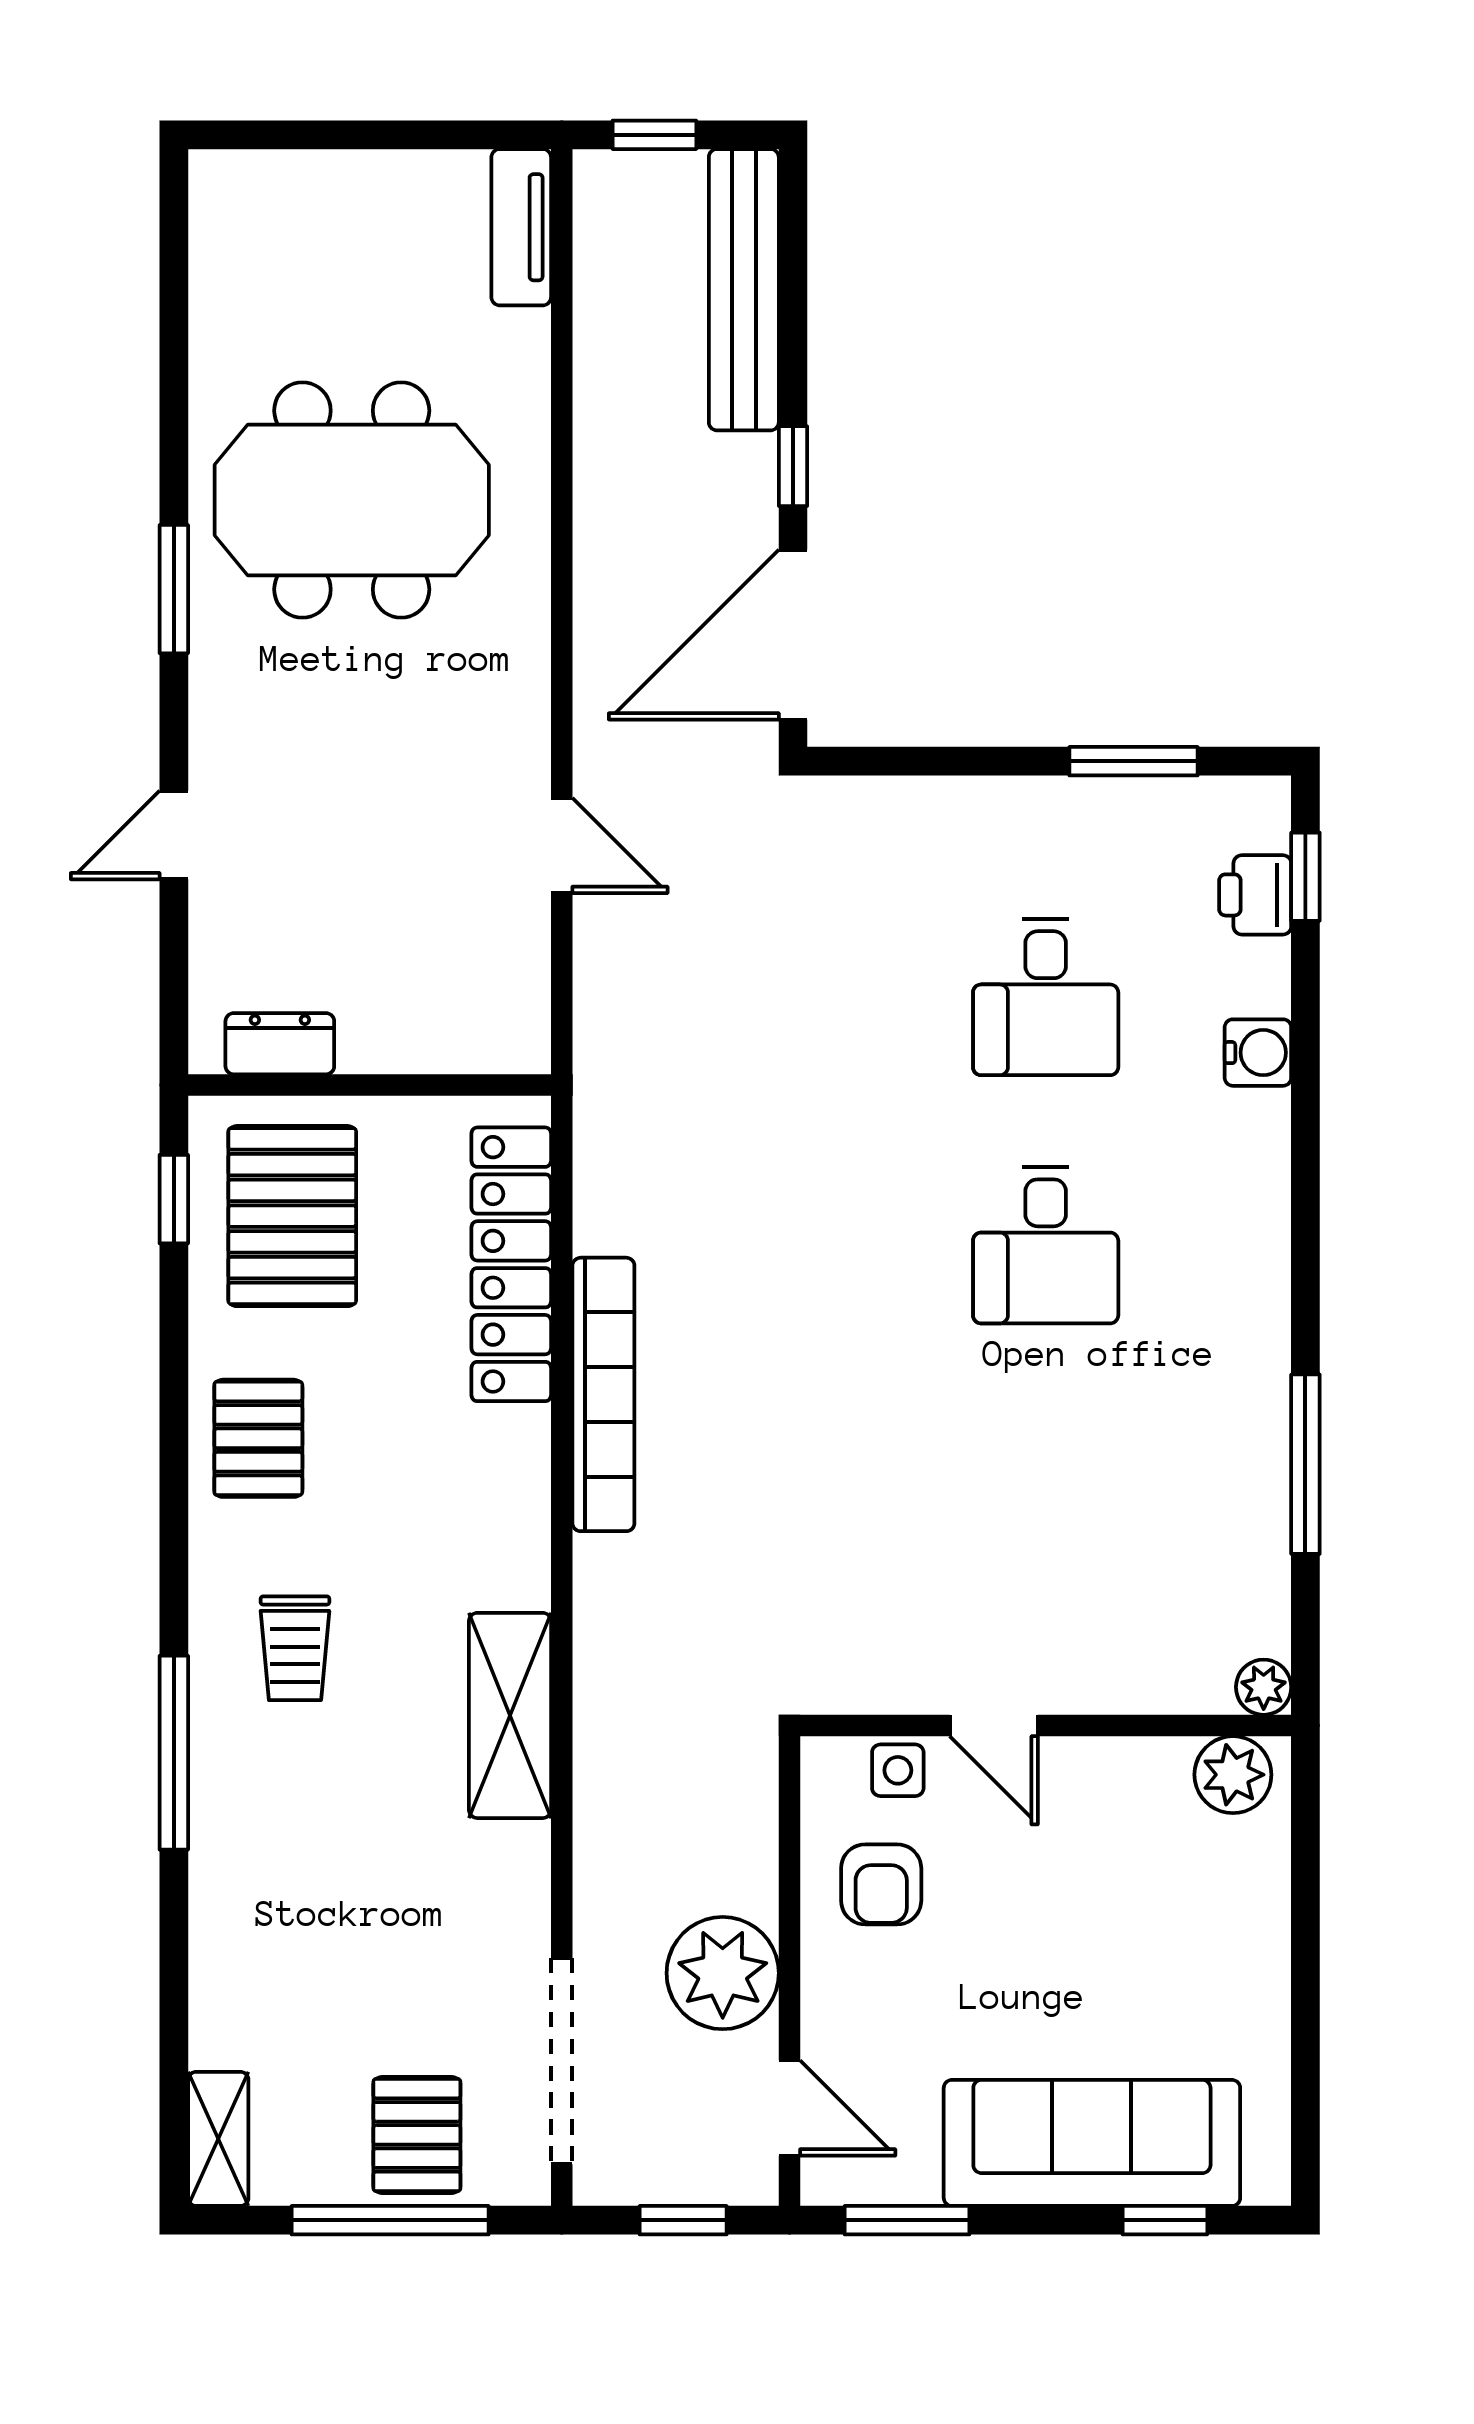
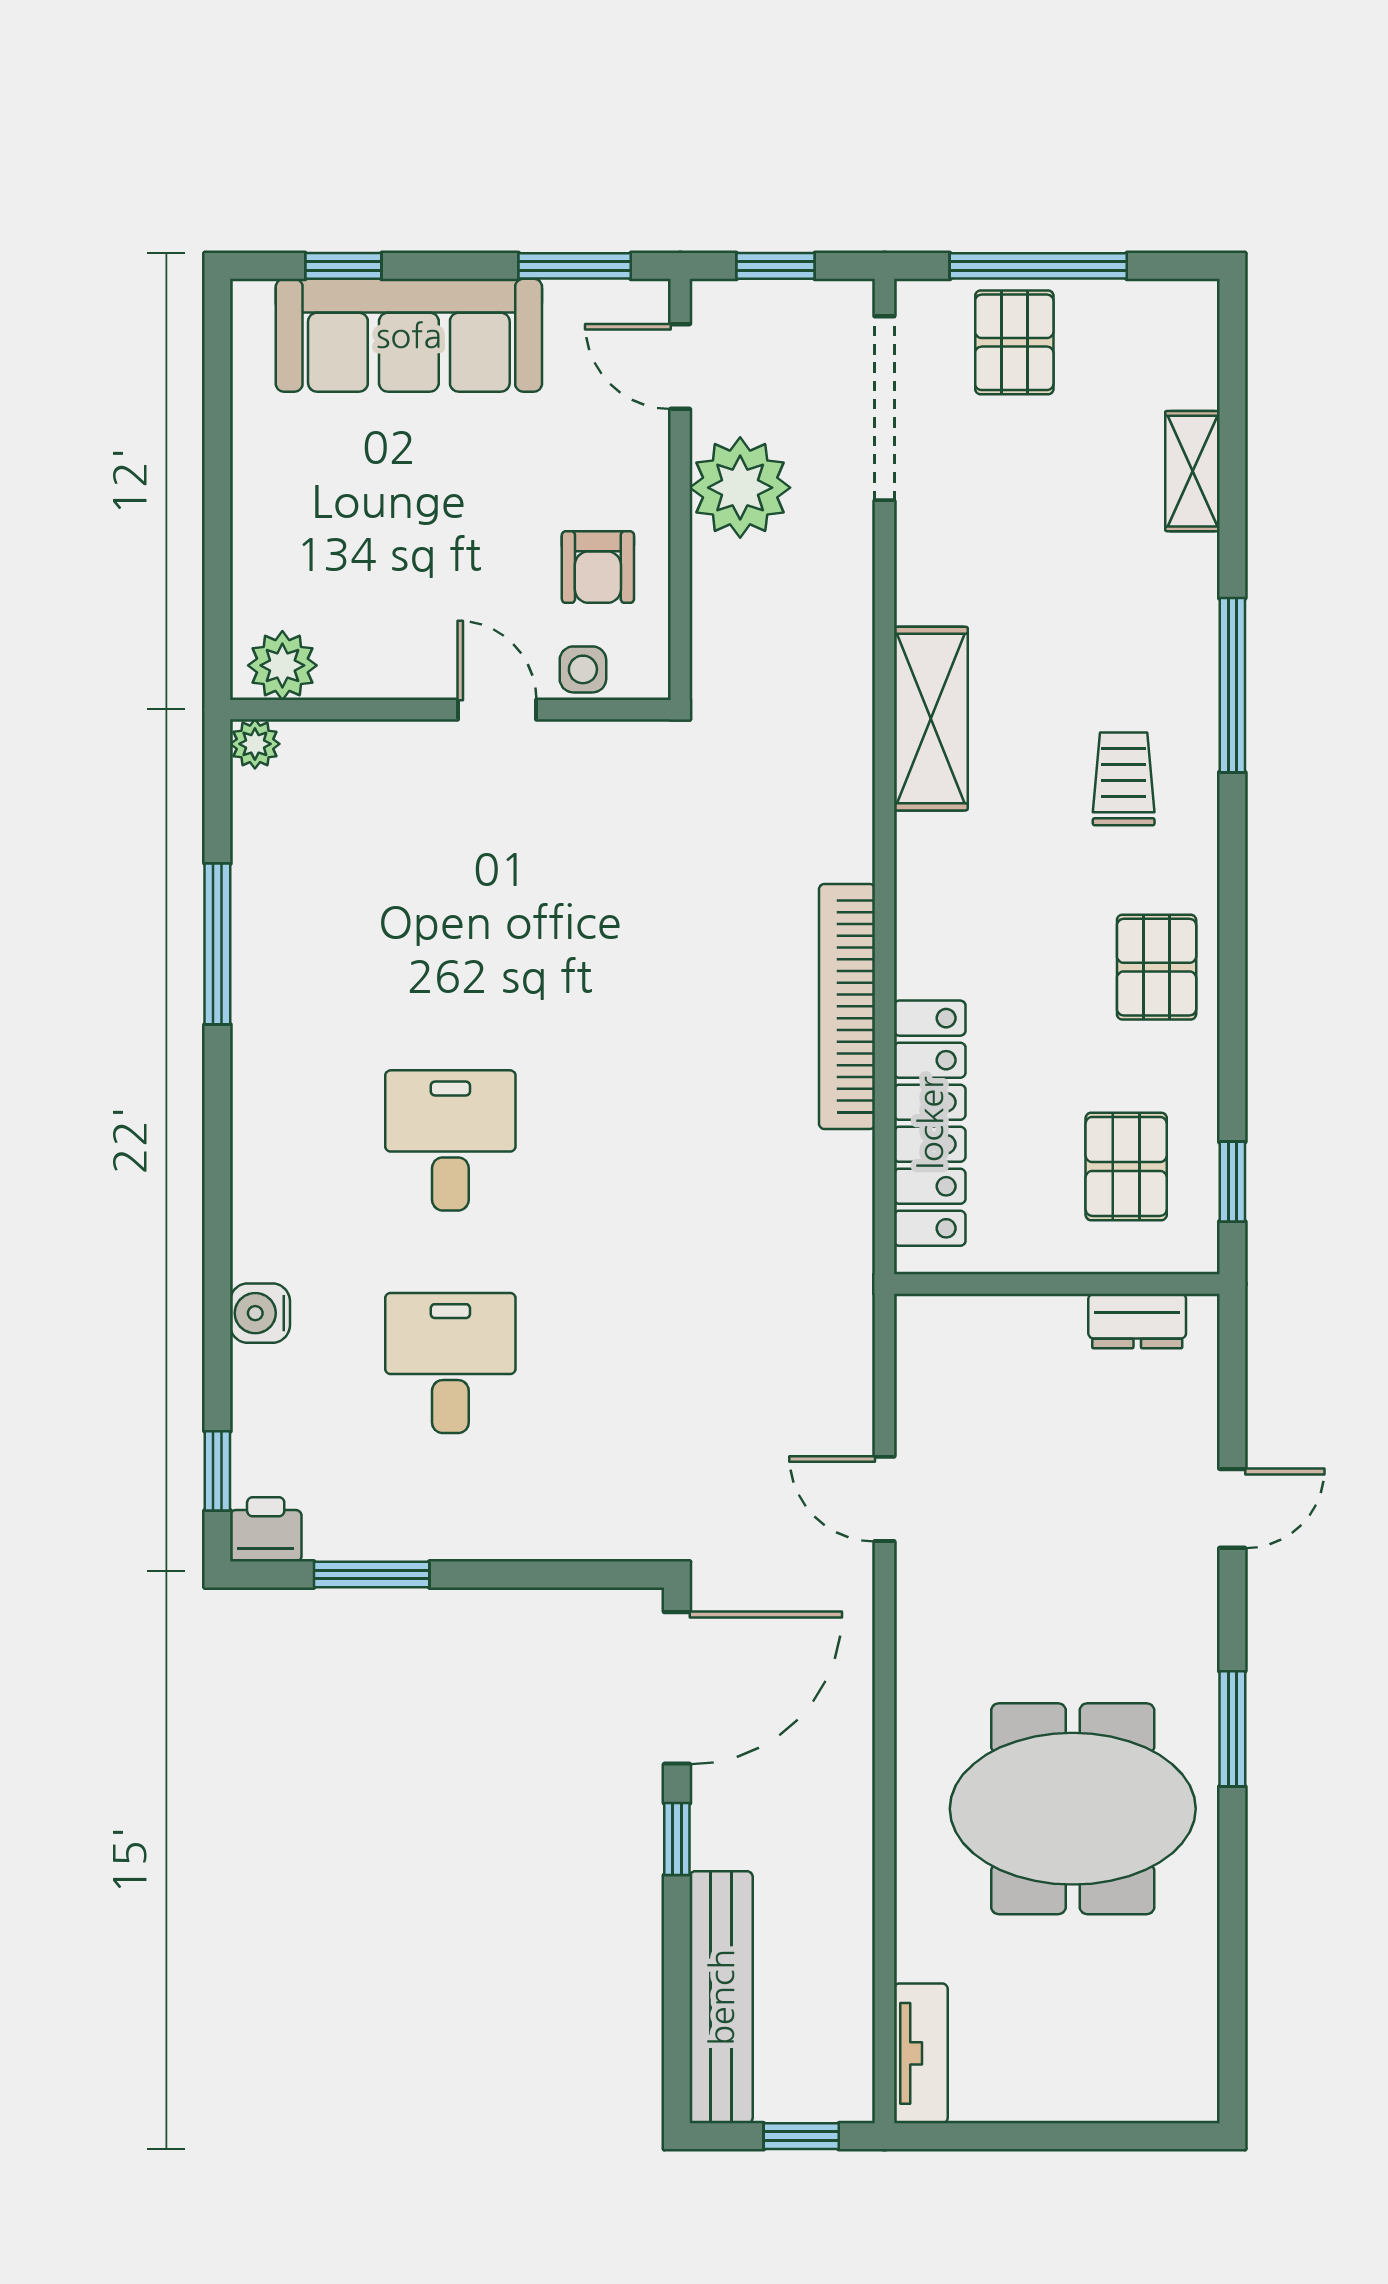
printer: (1255, 895) -> (266, 1529), moved, turned -90
pallet: (292, 1216) -> (1126, 1166), width x0.67, depth x0.71
armchair: (881, 1884) -> (598, 567), turned 180
shelving: (218, 2139) -> (1192, 471), moved

